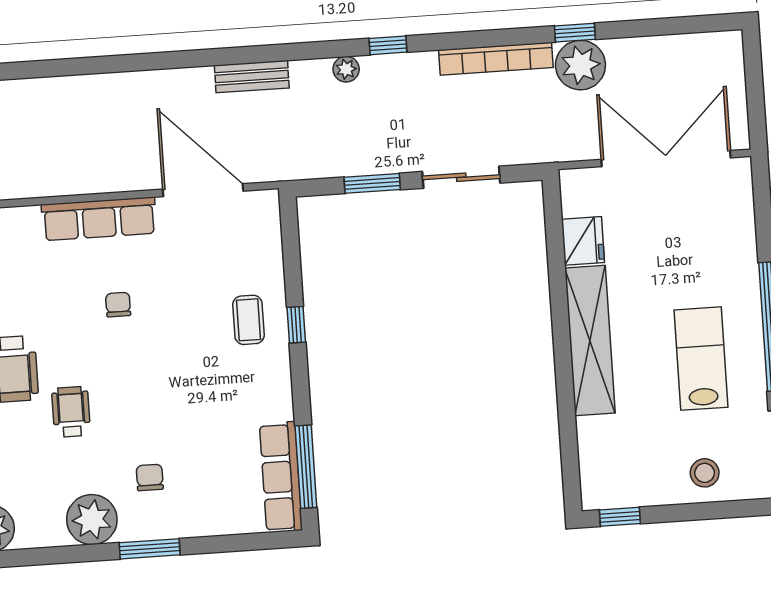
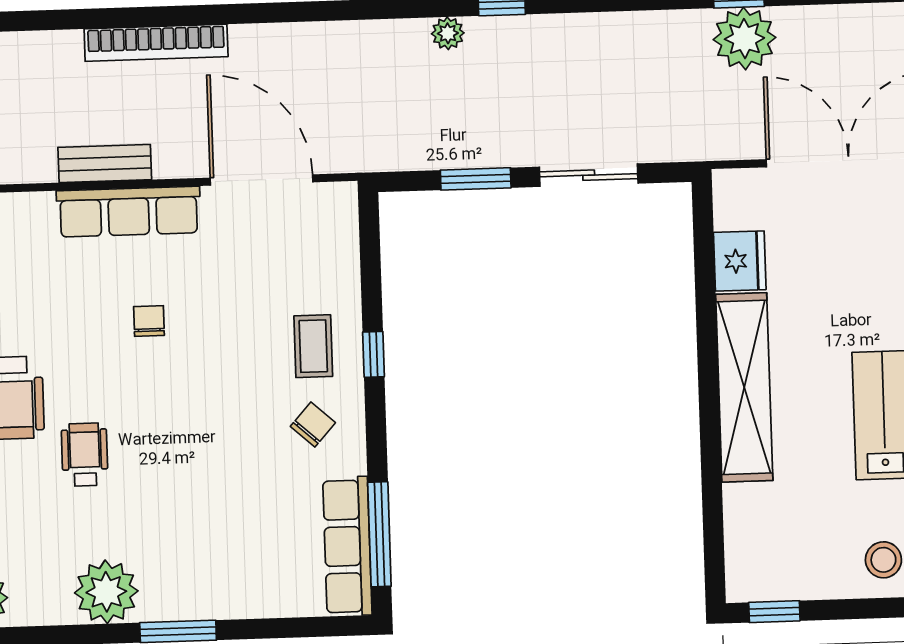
bookcase: (496, 59) -> (156, 43), moved
bench: (252, 77) -> (105, 163), moved
chair: (150, 477) -> (313, 425), moved, turned 42

